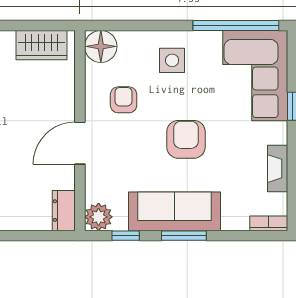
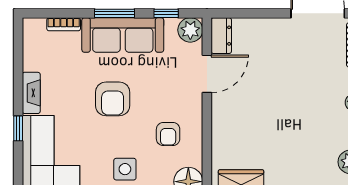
door: (80, 143) -> (207, 74), moved
fireplace: (278, 169) -> (31, 93), moved
bookcase: (269, 223) -> (64, 24), moved

